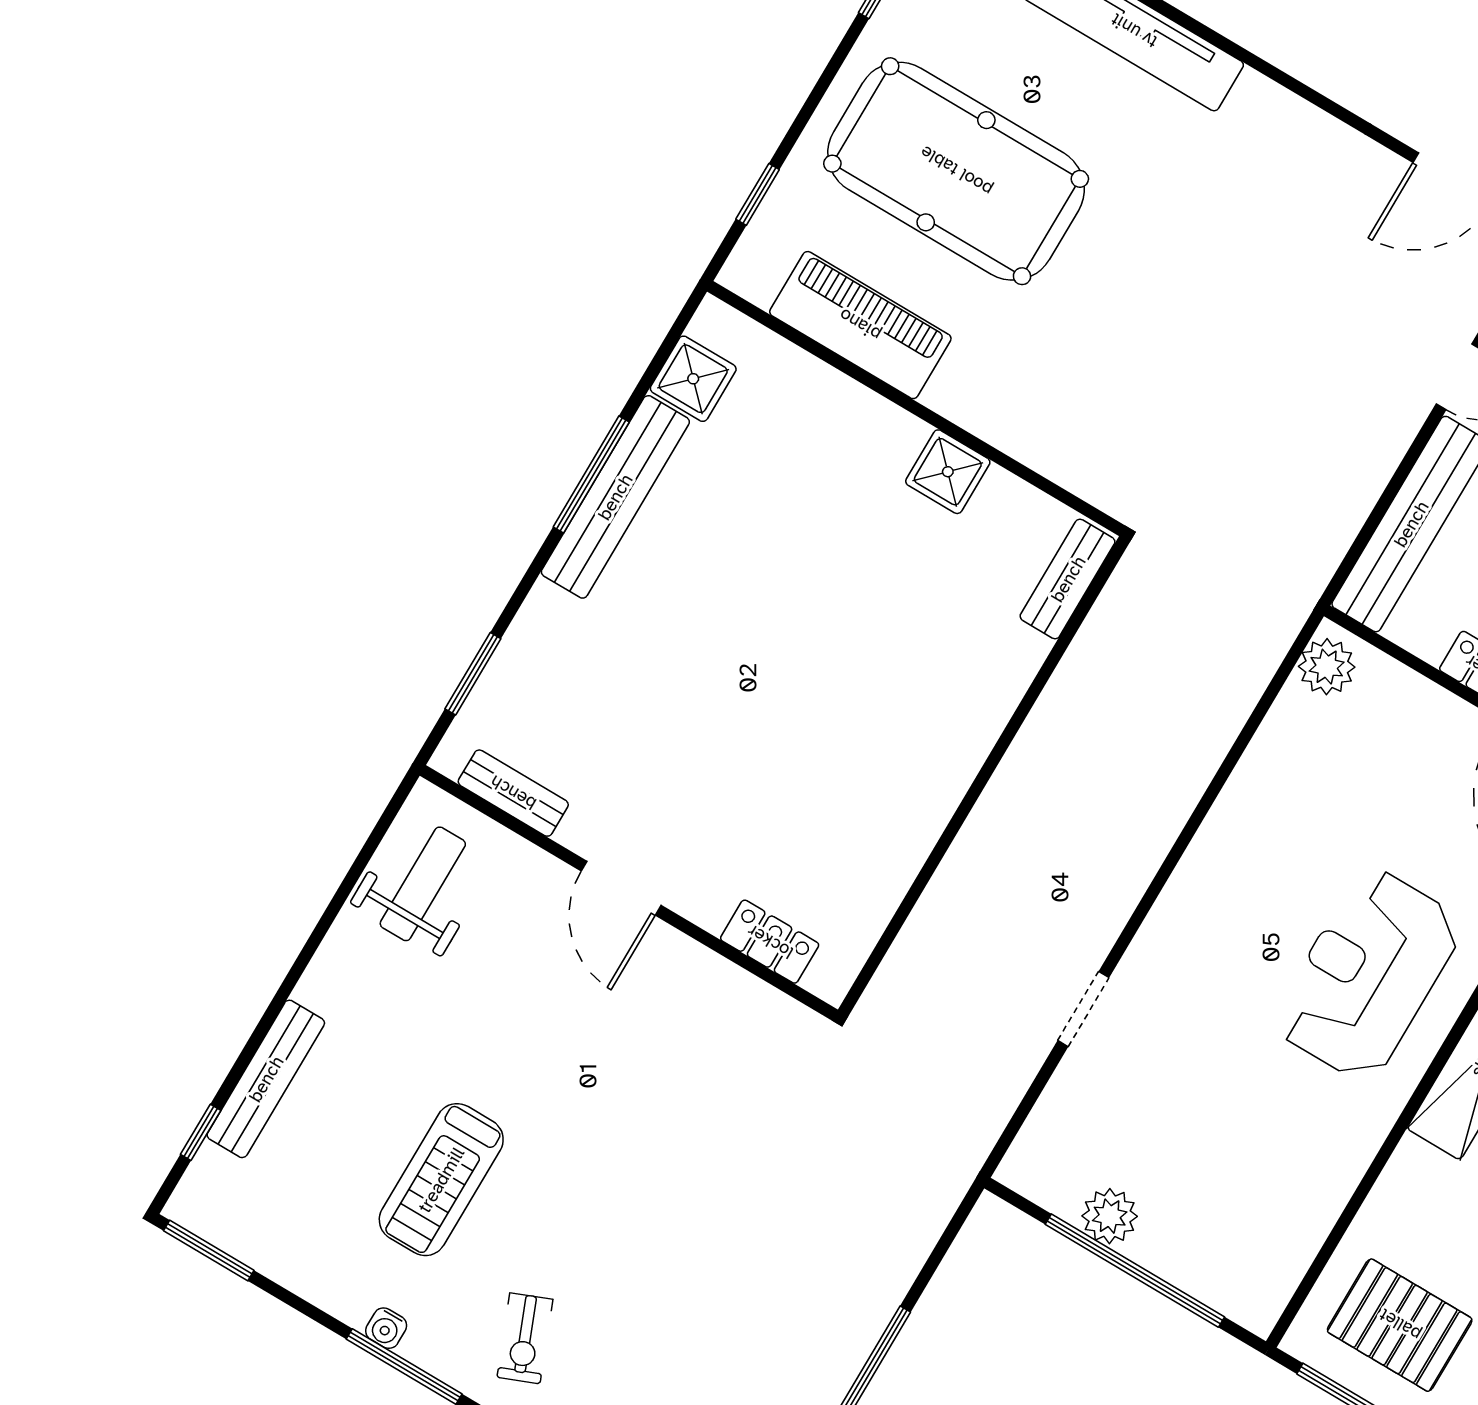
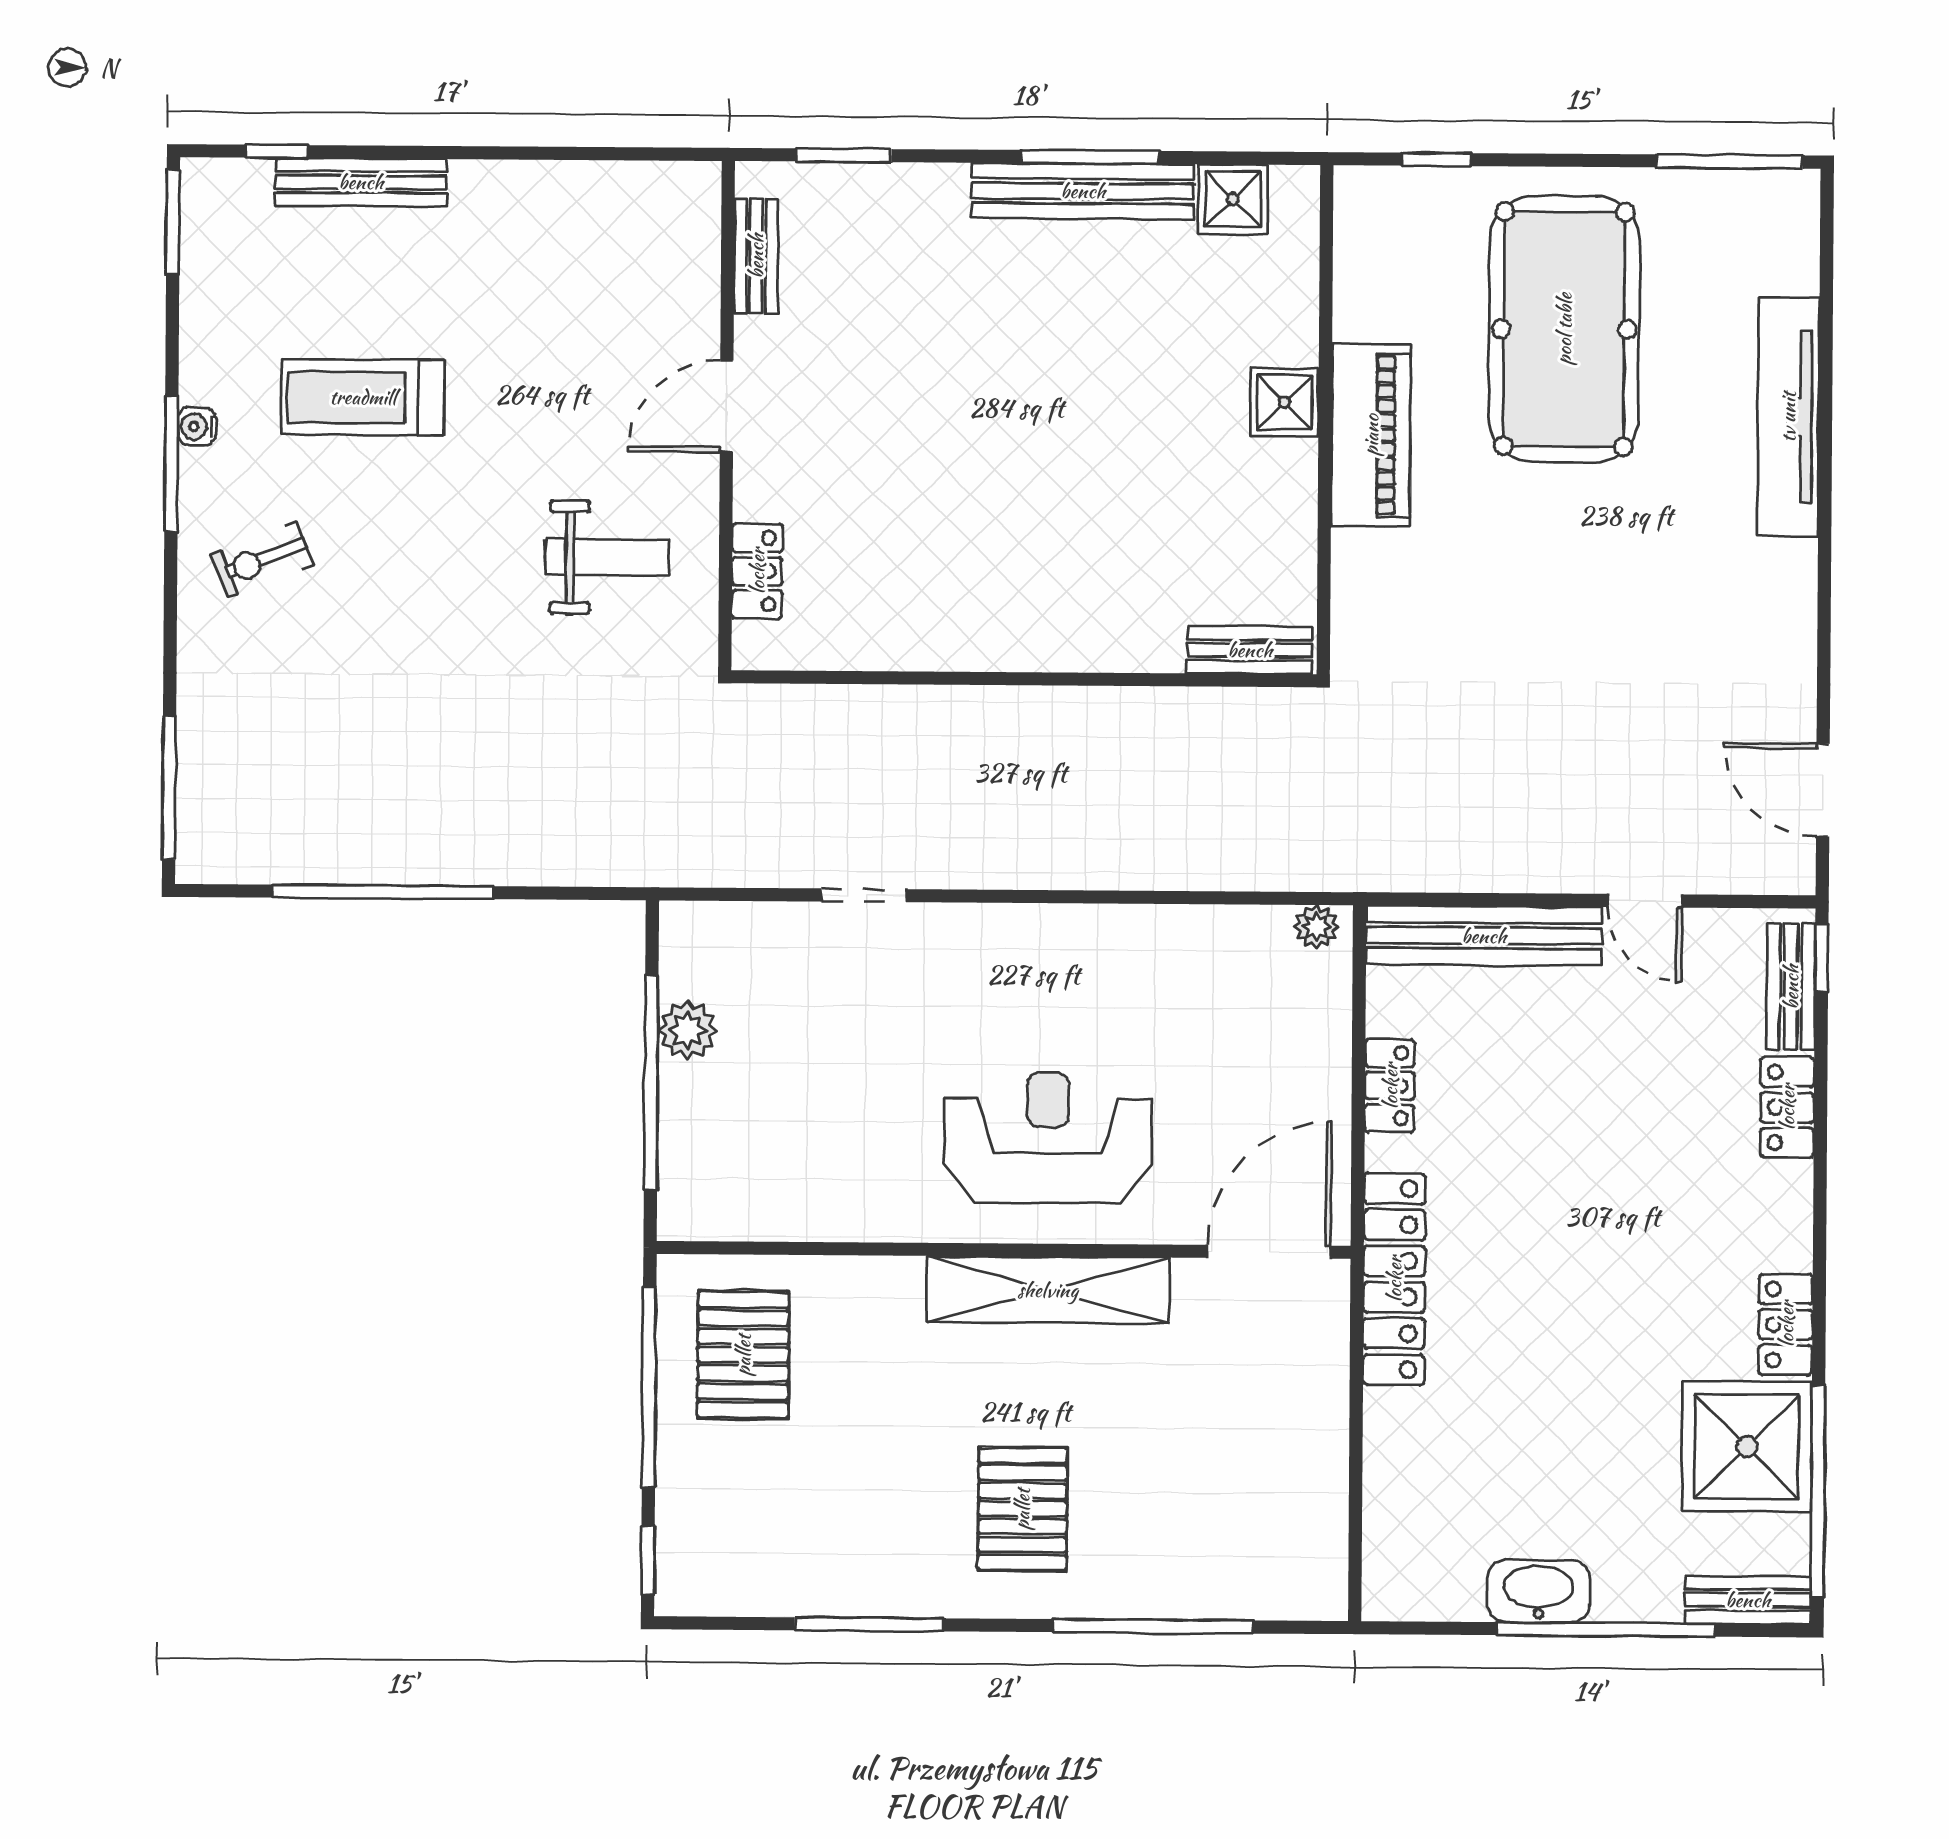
piano: (860, 325) -> (1371, 435), moved
shower: (948, 472) -> (1285, 402), moved
plant: (1327, 667) -> (1316, 927), width x0.73, depth x0.73
weight bench: (423, 884) -> (607, 557), moved

